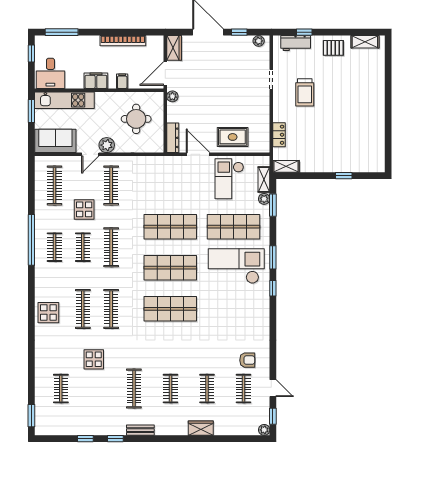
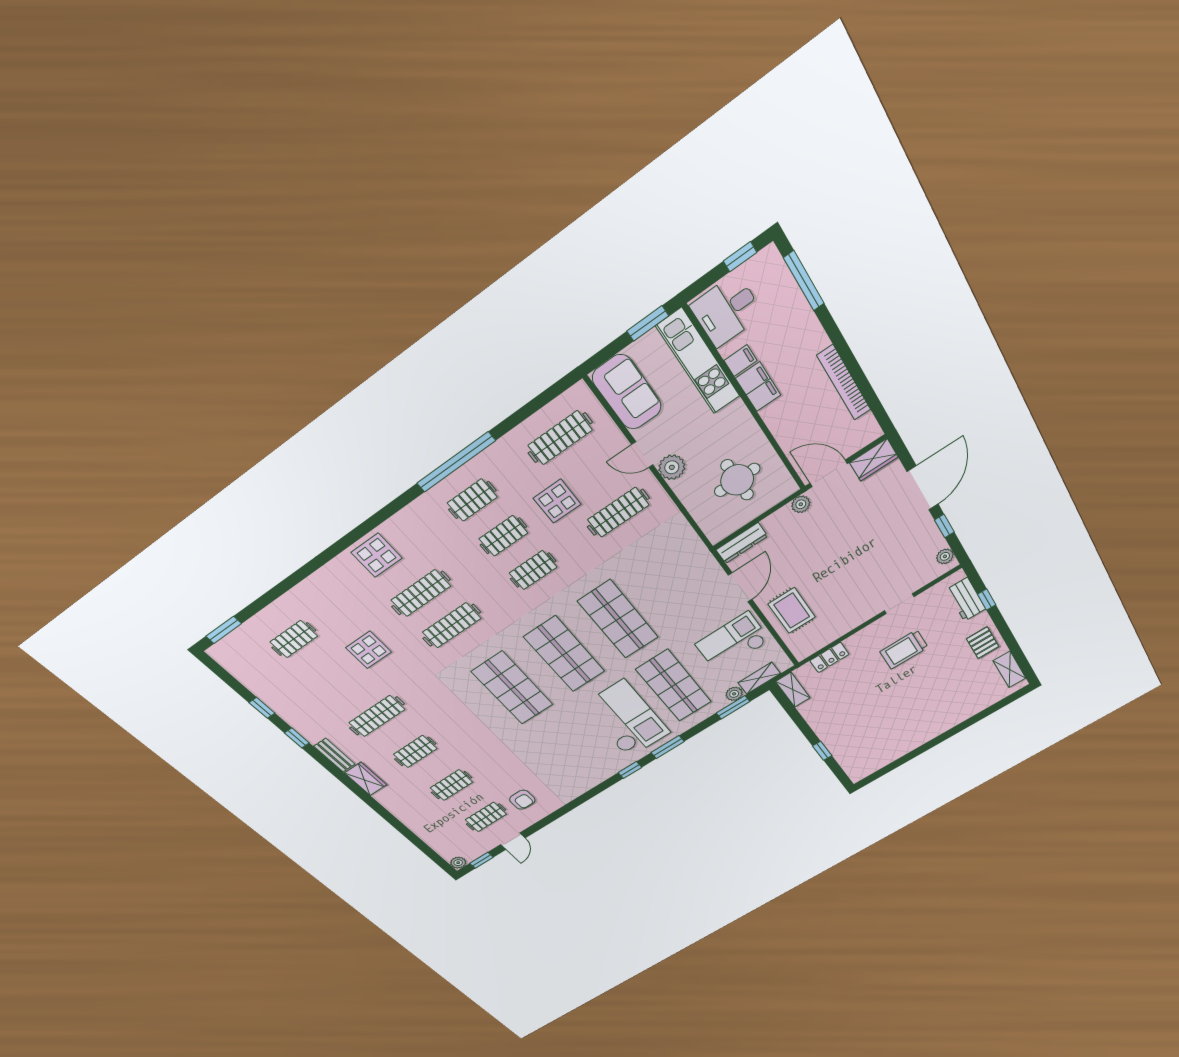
filing cabinet: (122, 81) -> (740, 361), moved
clothes rail: (111, 247) -> (533, 570), width x0.73
wardrobe: (201, 428) -> (366, 779), moved

